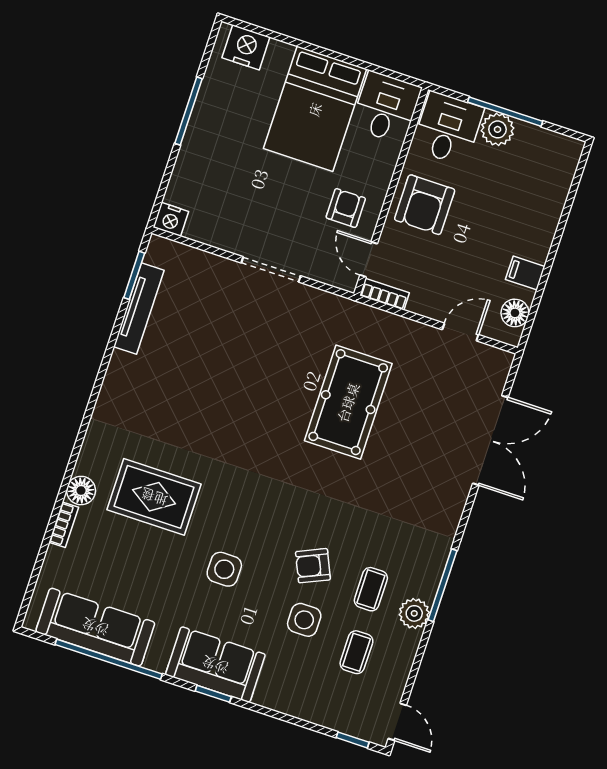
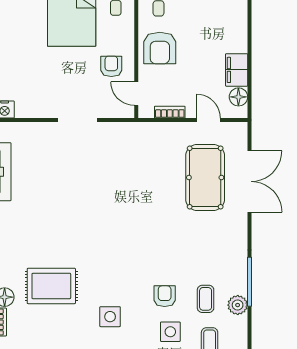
filing cabinet: (525, 273) -> (237, 70), width x2.00
bookcase: (385, 294) -> (170, 112), moved
door: (460, 332) -> (208, 120), hinge flipped
pool table: (348, 402) -> (205, 177), moved
armchair: (313, 566) -> (165, 296), turned 114

